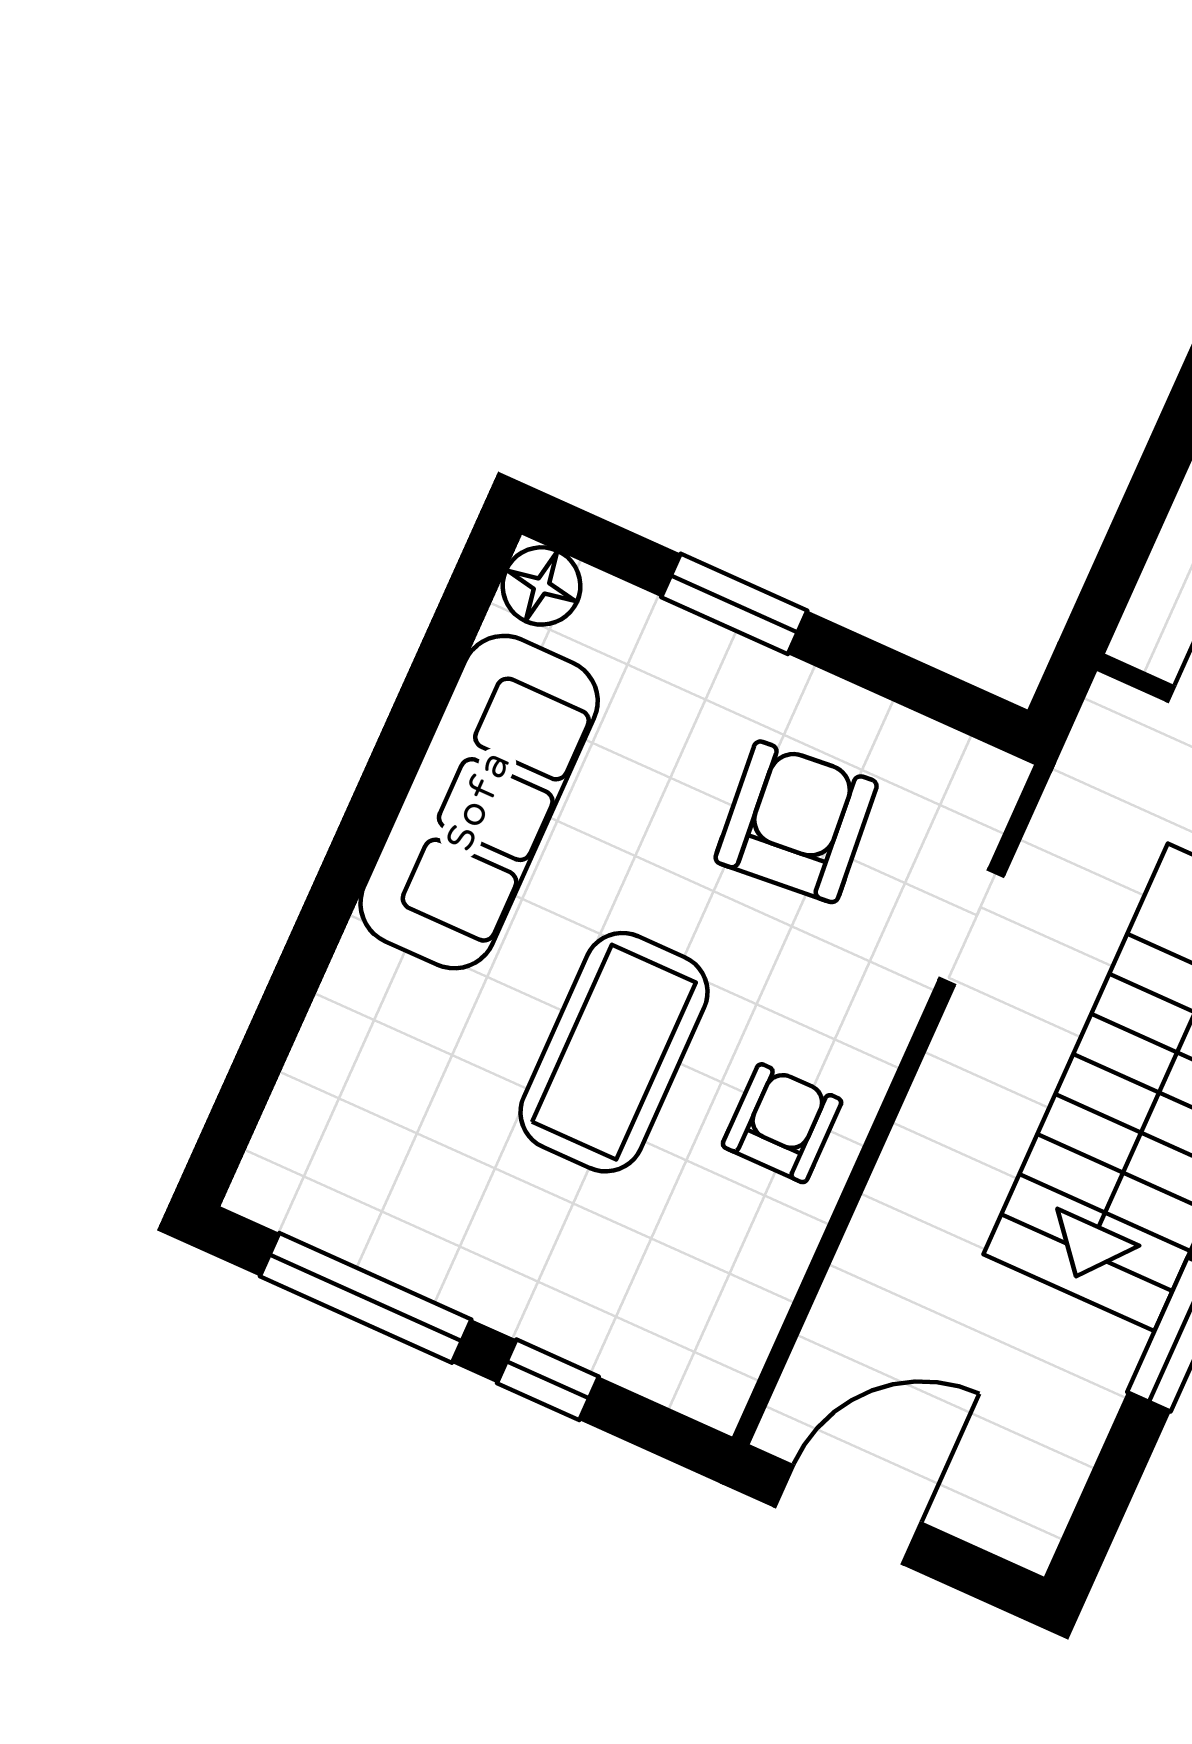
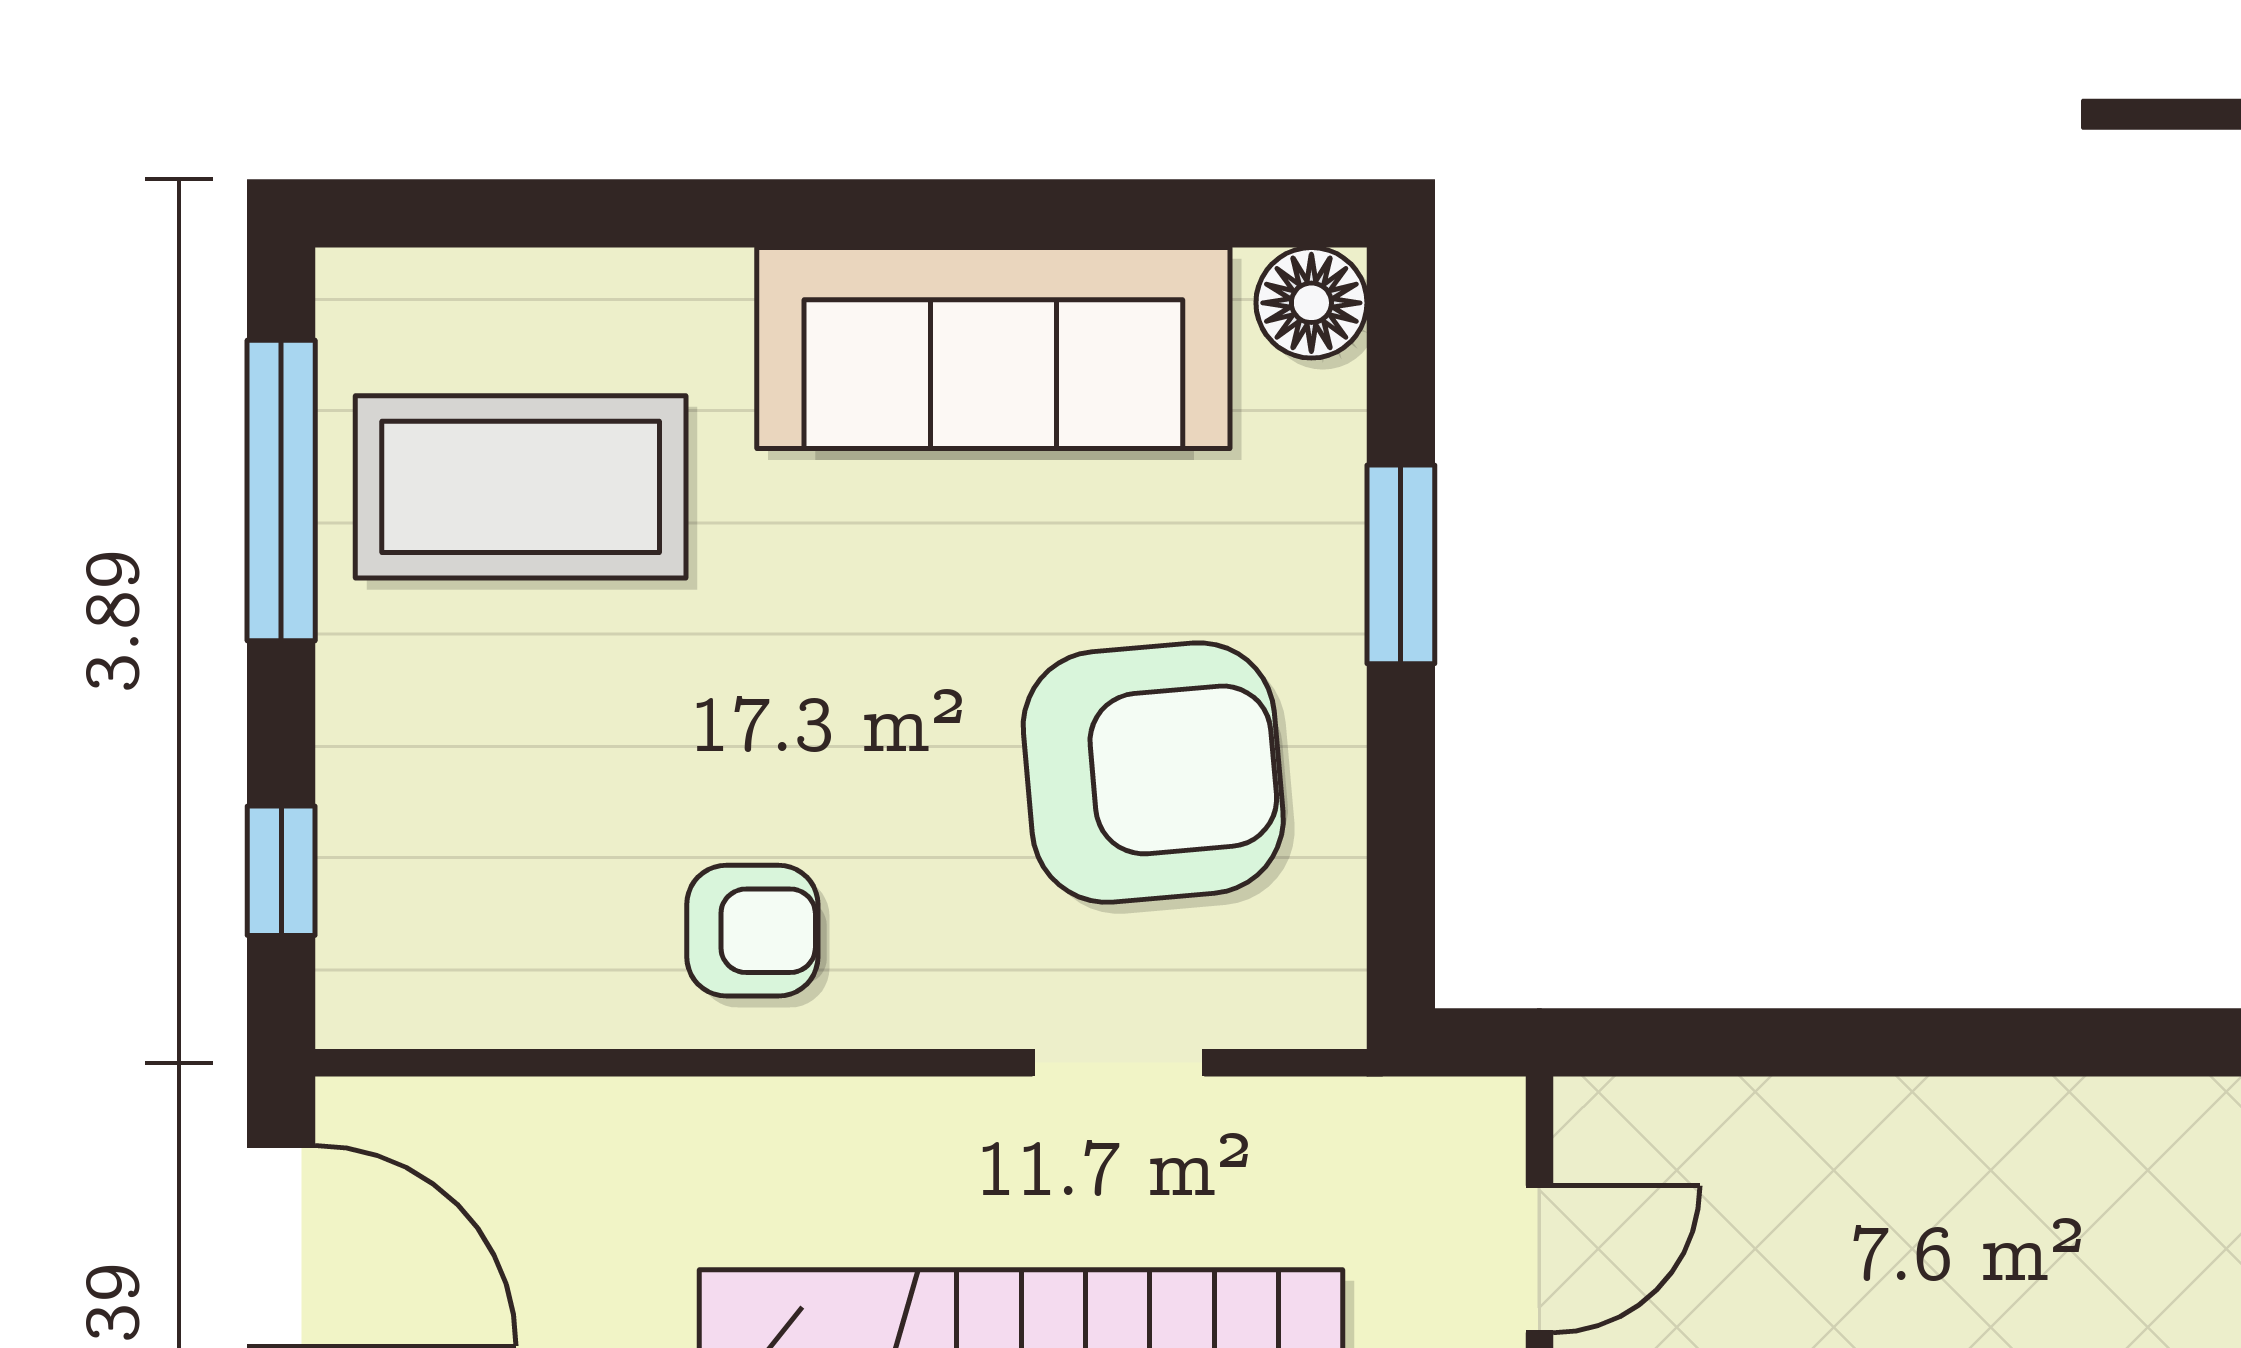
armchair: (796, 822) -> (1153, 773), width x1.36, depth x1.36
coffee table: (614, 1052) -> (521, 487), moved
window: (548, 1380) -> (281, 871), moved

